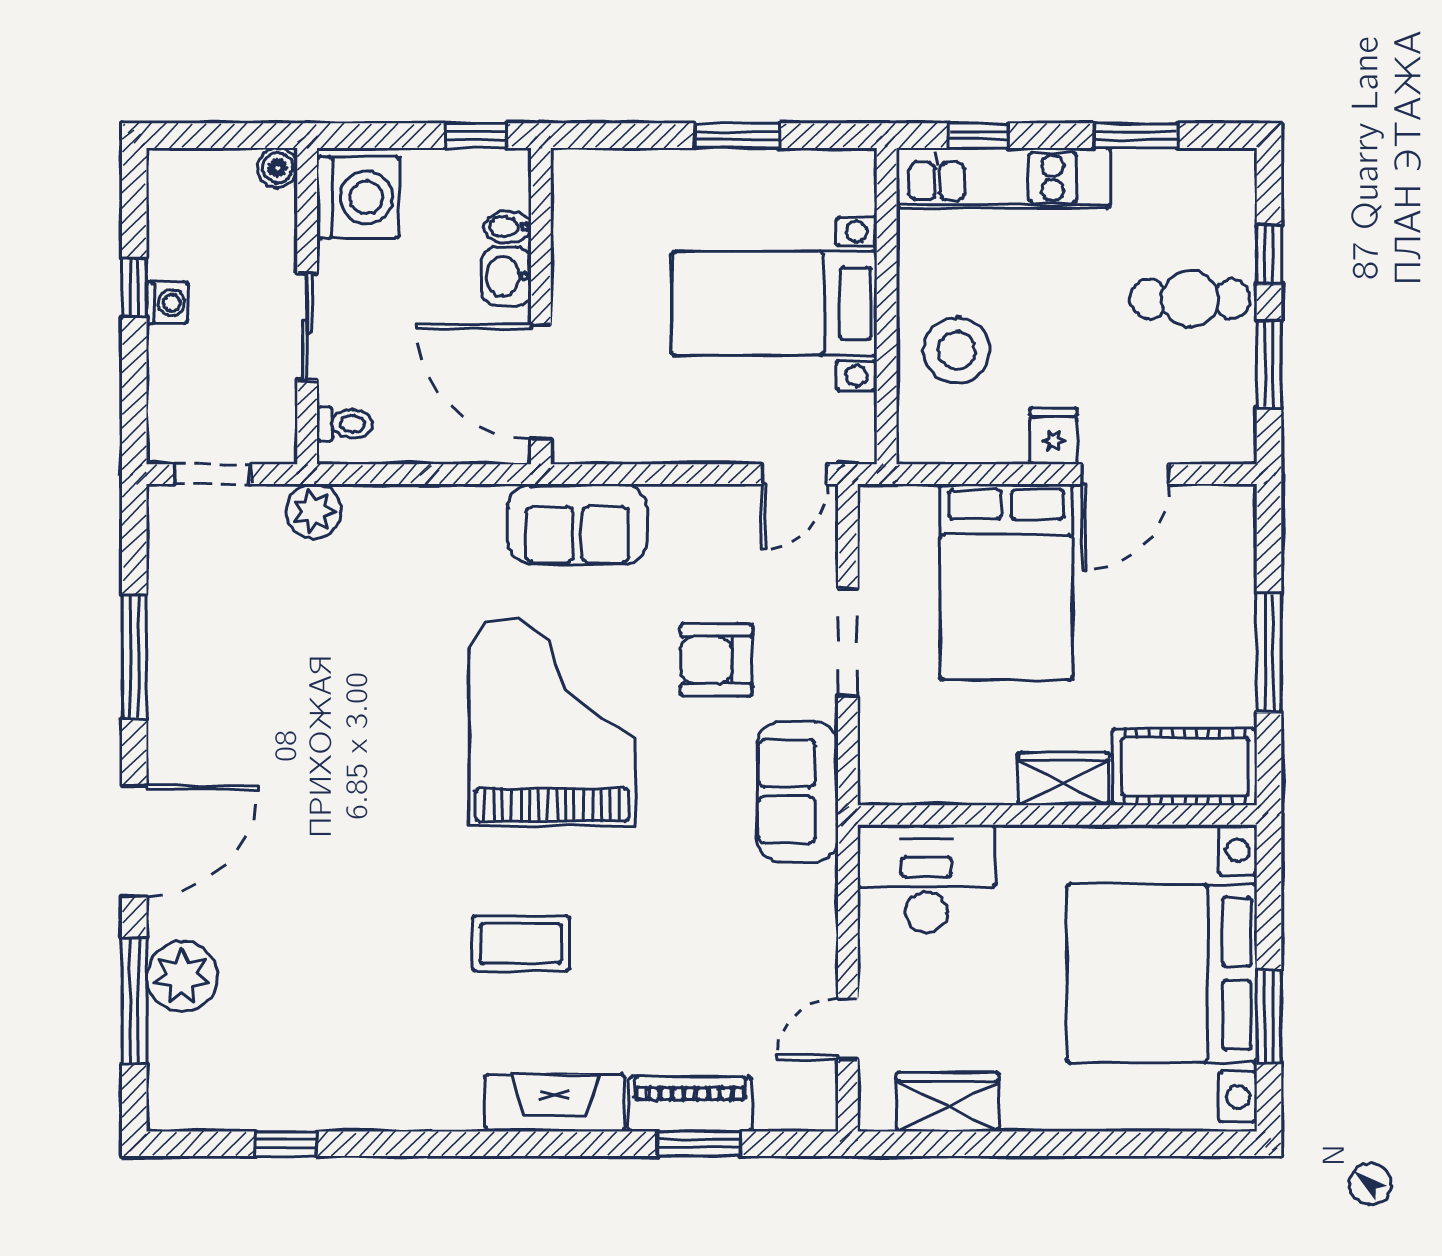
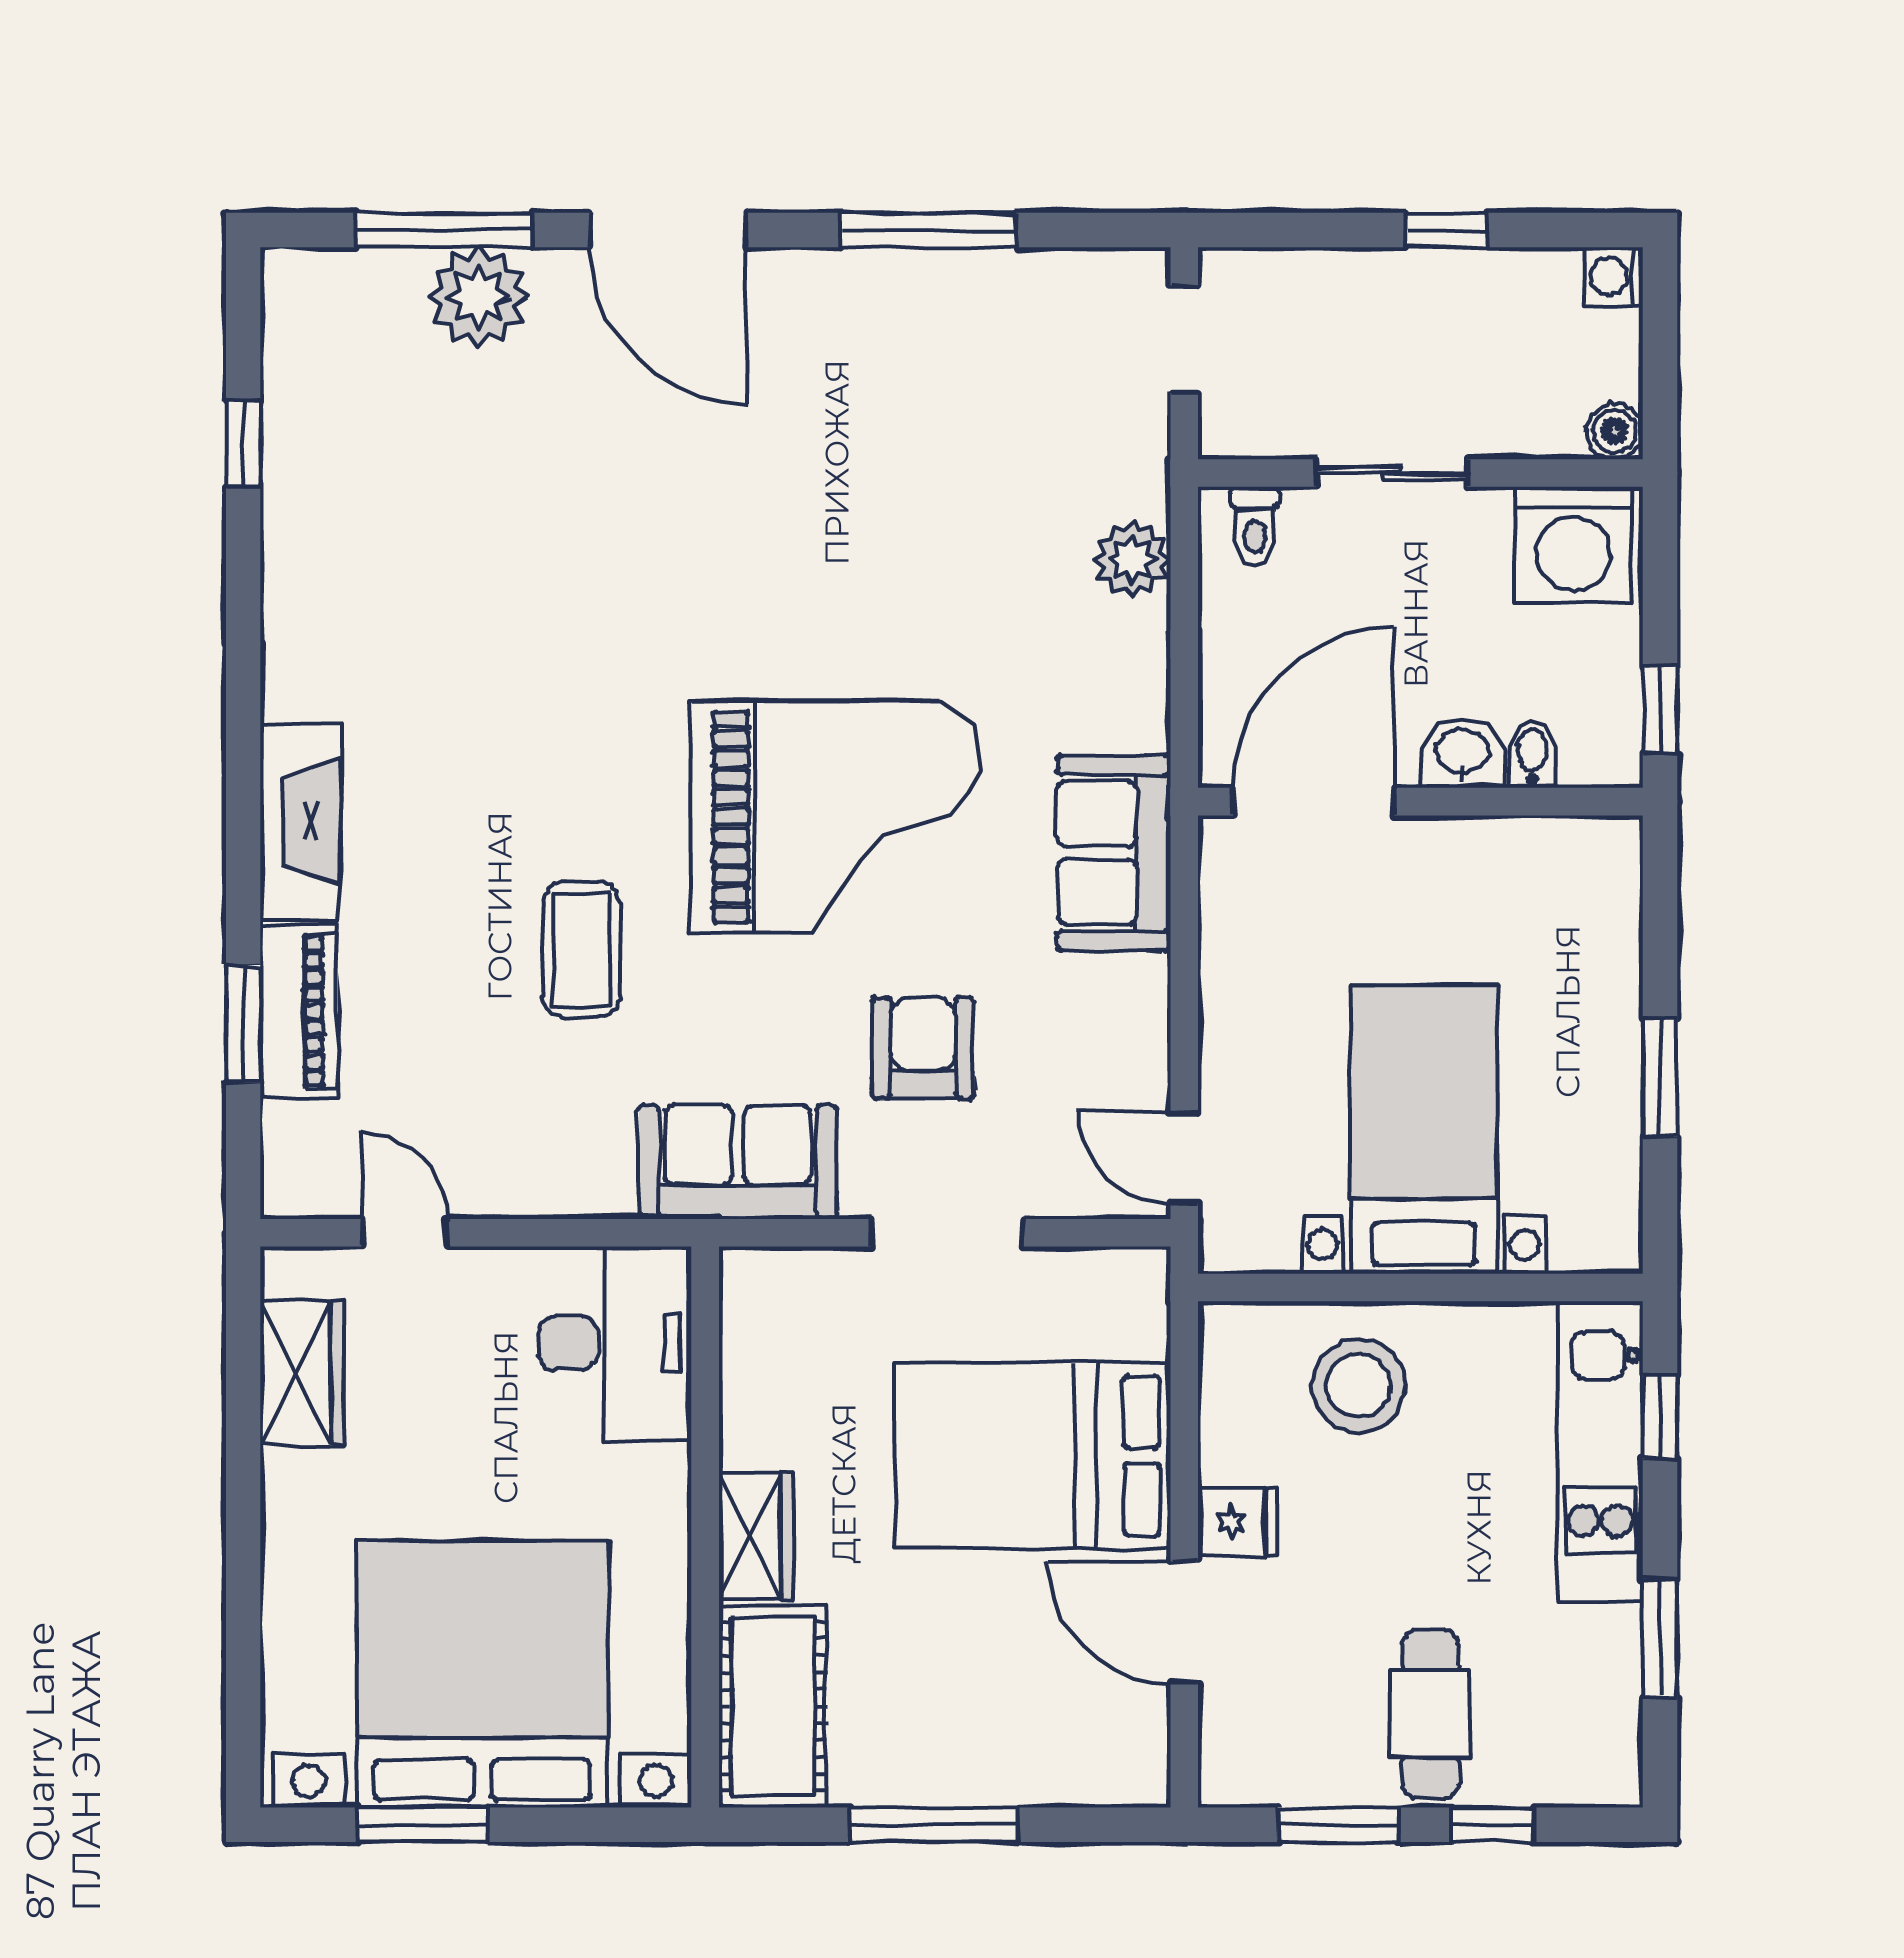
washing machine: (167, 303) -> (1614, 276), moved, turned 90
plant: (314, 511) -> (1132, 559), moved
coffee table: (521, 944) -> (581, 950), moved

